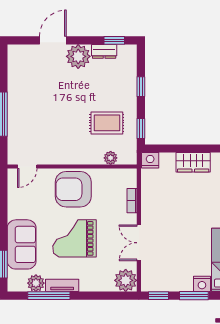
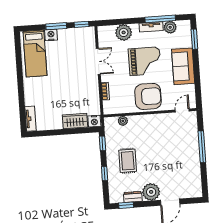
rug: (107, 123) -> (128, 161), moved, turned 90
wardrobe: (193, 162) -> (75, 121), moved
sofa: (22, 244) -> (183, 66), moved
plant: (126, 280) -> (124, 32), moved

